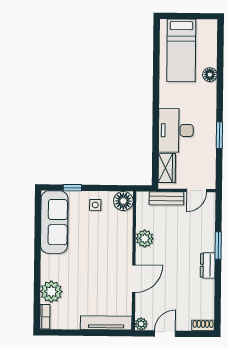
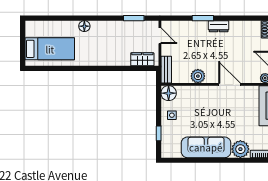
floor lamp: (210, 75) -> (84, 26), moved
desk: (176, 130) -> (113, 52), removed
window: (219, 135) -> (134, 18), moved
bench: (166, 198) -> (166, 70), moved
sofa: (54, 222) -> (206, 147), moved

